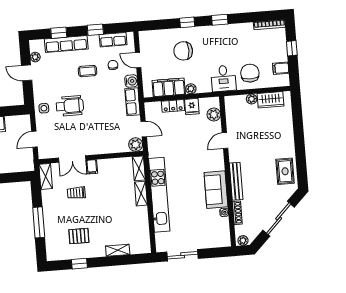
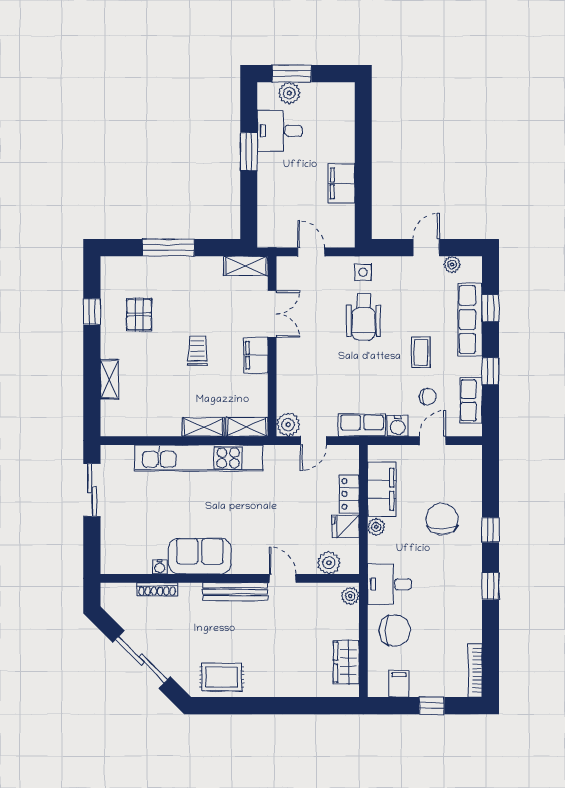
plant: (252, 99) -> (350, 596), moved
double door: (72, 159) -> (272, 314), swing flipped
filing cabinet: (92, 167) -> (256, 355), width x2.00
bench: (236, 181) -> (235, 592), moved
trolley: (76, 193) -> (197, 351), moved
plant: (243, 241) -> (109, 595), removed

